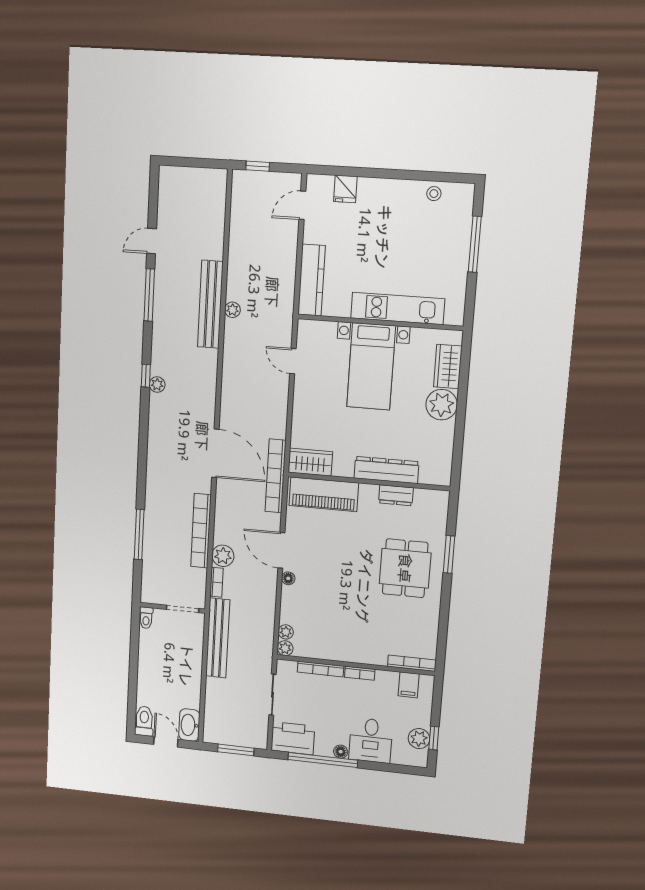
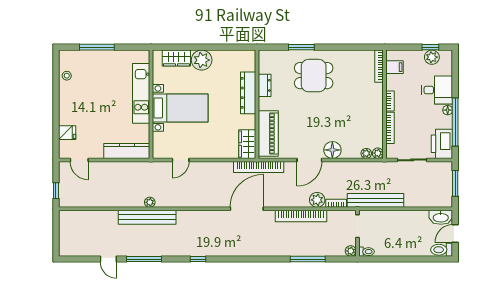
plant: (157, 385) -> (351, 251), moved
floor lamp: (288, 578) -> (332, 150), width x1.89, depth x1.89

